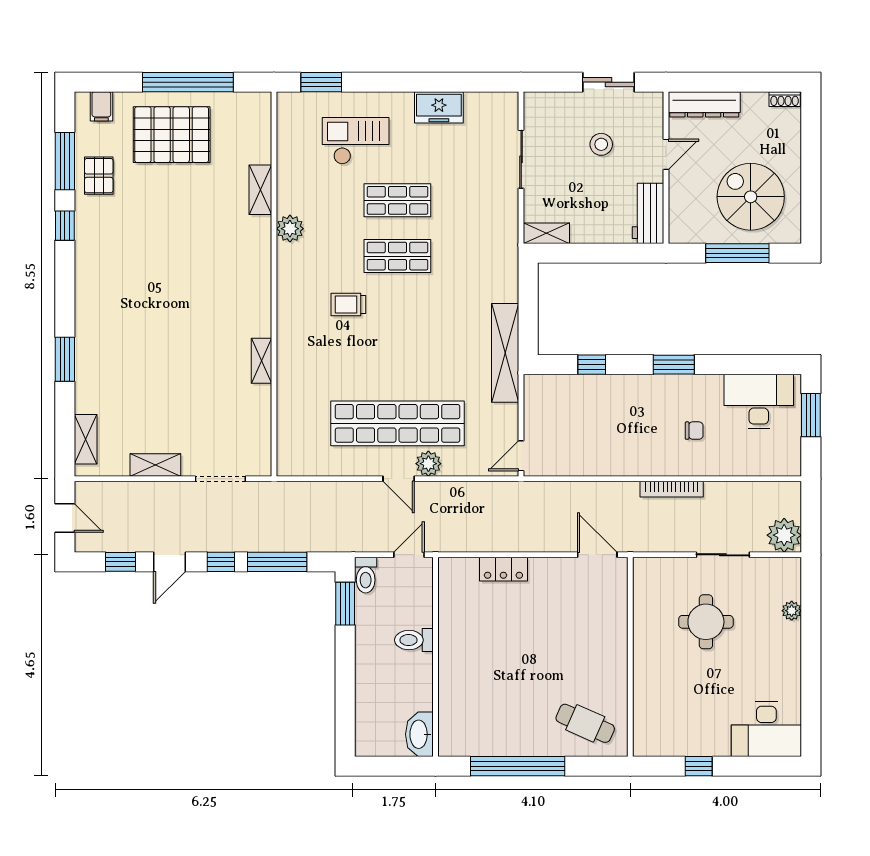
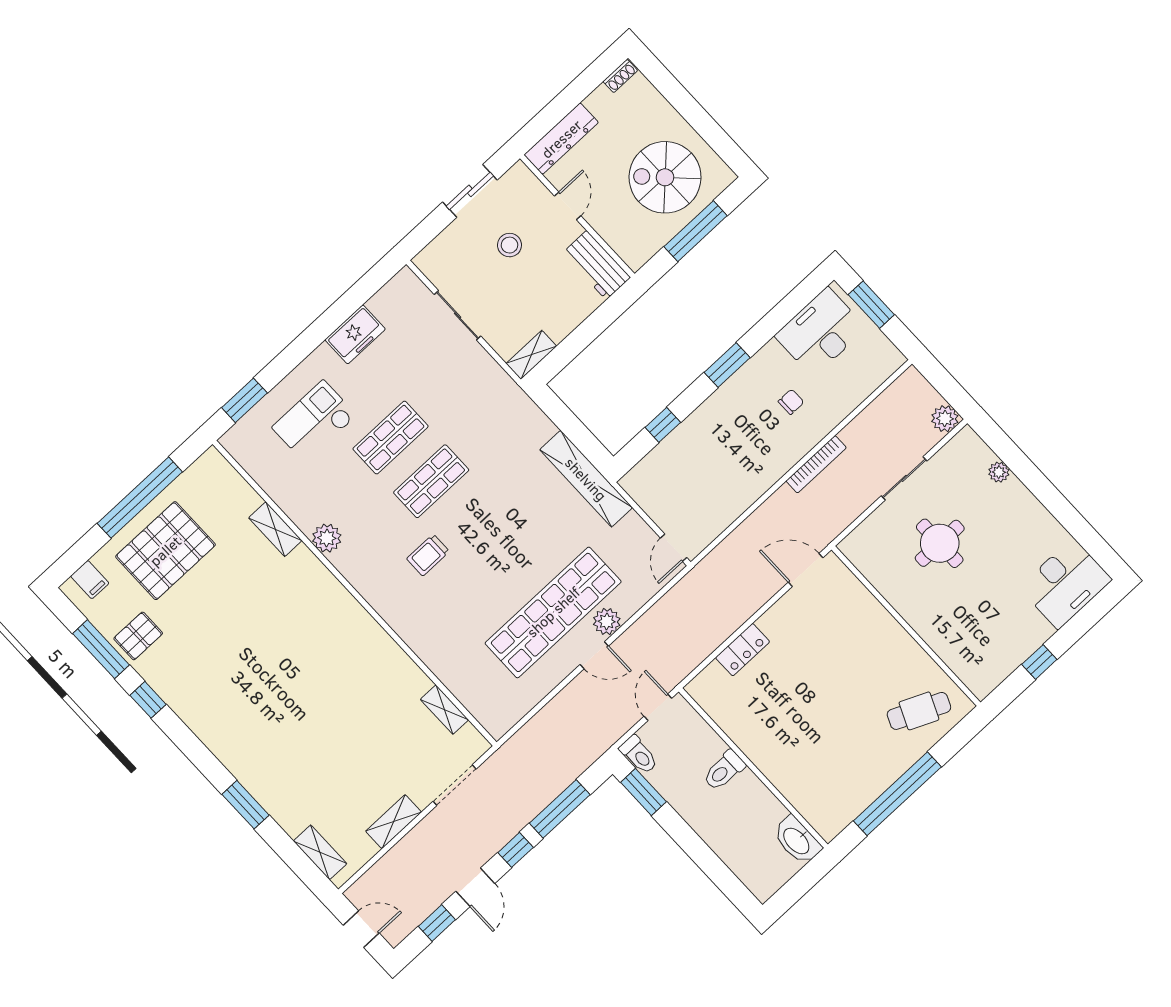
pallet: (99, 176) -> (138, 636), turned 90
shelving: (261, 361) -> (444, 710), moved
plant: (784, 535) -> (945, 419), width x0.73, depth x0.73

